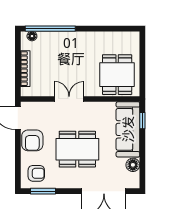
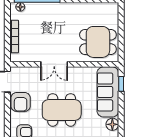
dining table: (117, 75) -> (98, 42), turned 90
double door: (69, 99) -> (54, 64), swing flipped

